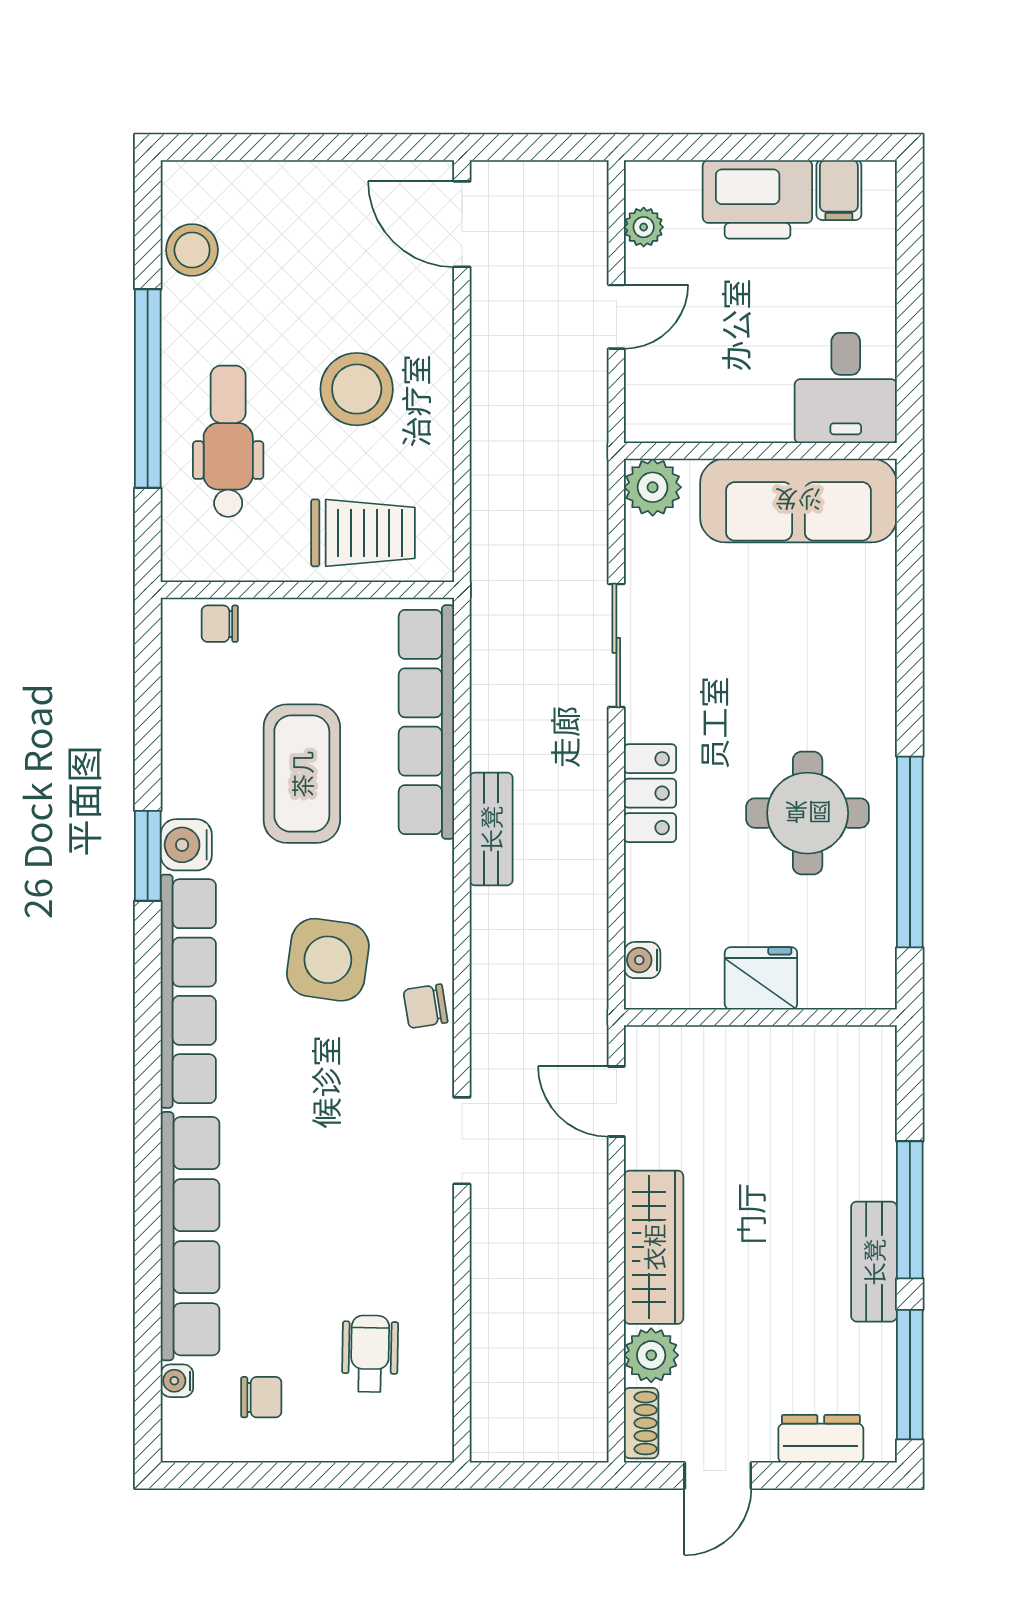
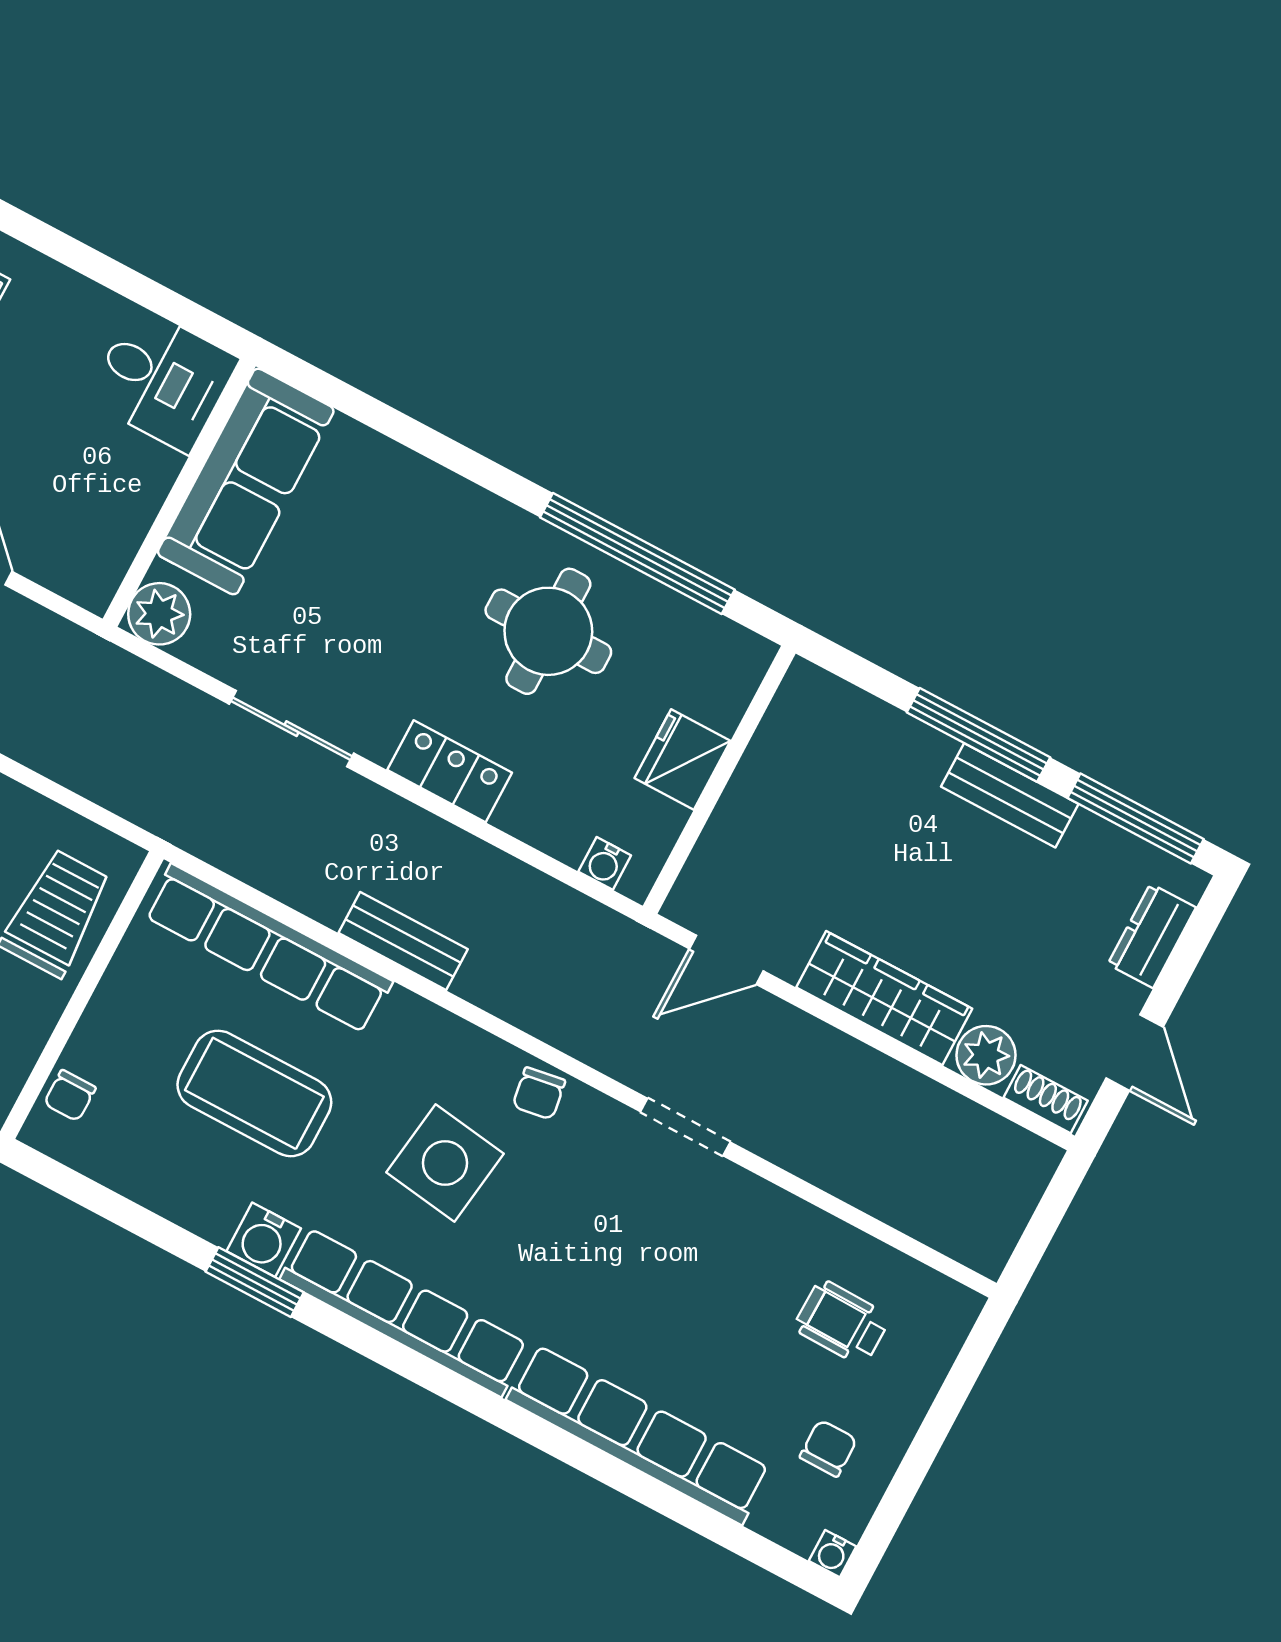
water cooler: (177, 1381) -> (833, 1554), moved

